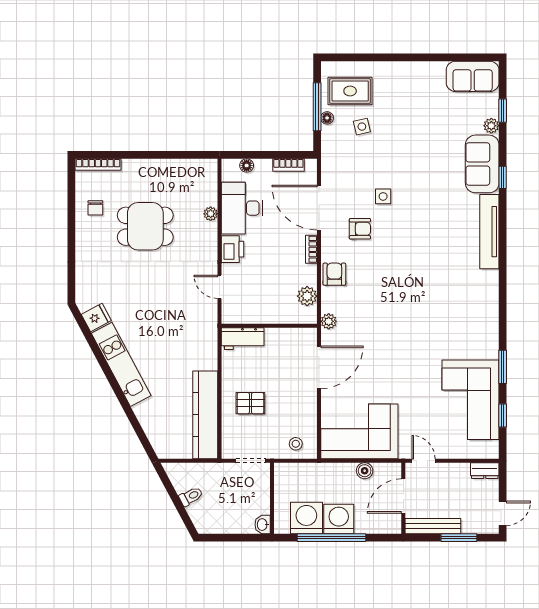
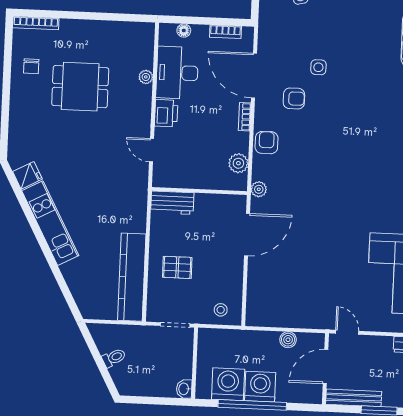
corner sofa: (359, 431) -> (284, 300), removed

